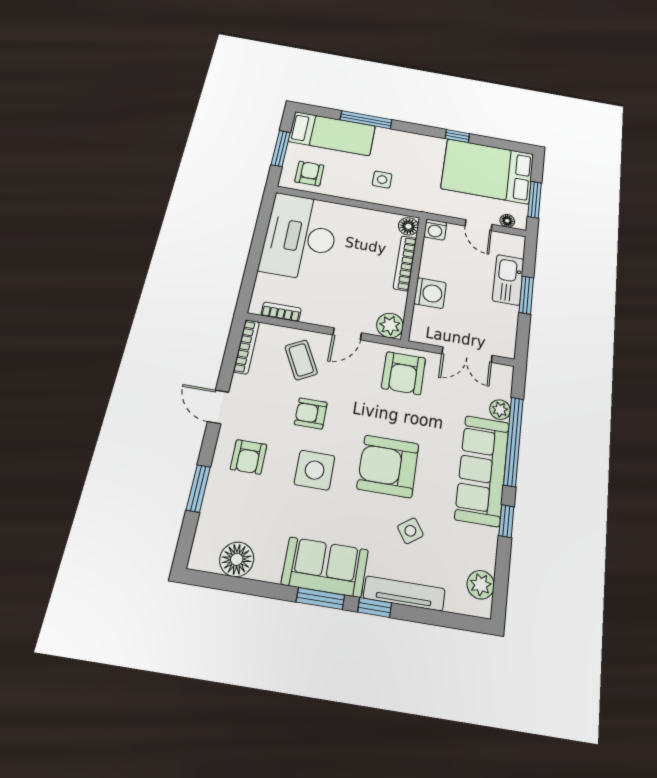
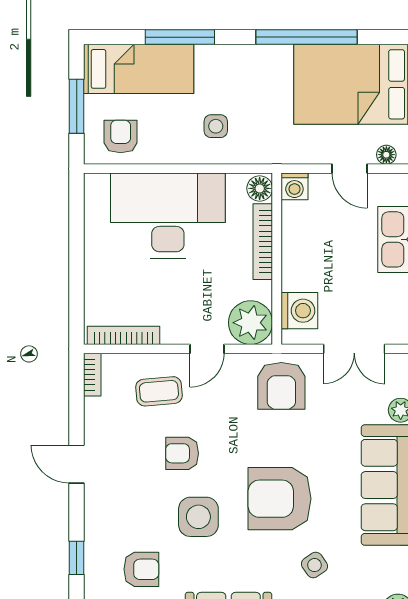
window: (457, 136) -> (306, 37), width x3.17
desk: (300, 237) -> (168, 216), moved, turned 90
washing machine: (430, 293) -> (299, 311), moved
bookcase: (281, 312) -> (124, 335), width x1.56
plant: (390, 325) -> (251, 323), width x1.36, depth x1.36
bookcase: (246, 347) -> (92, 375), width x0.64
coffee table: (301, 360) -> (159, 391), turned -67
armchair: (249, 457) -> (141, 569), moved, turned -90
window: (198, 488) -> (77, 558), width x0.67

